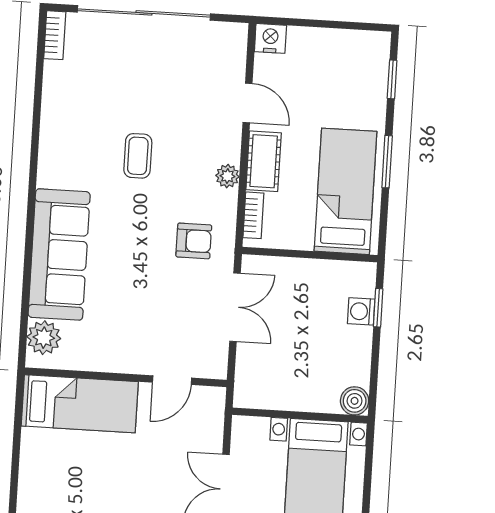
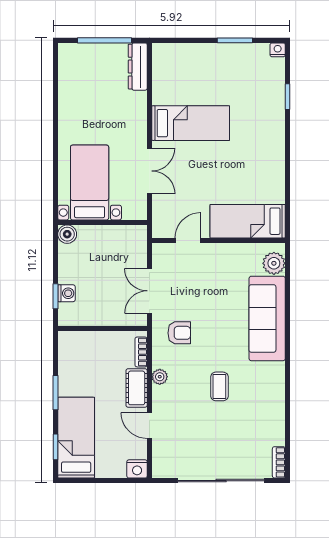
bed: (345, 191) -> (76, 438), moved, turned 180
armchair: (194, 241) -> (179, 333), turned 180

